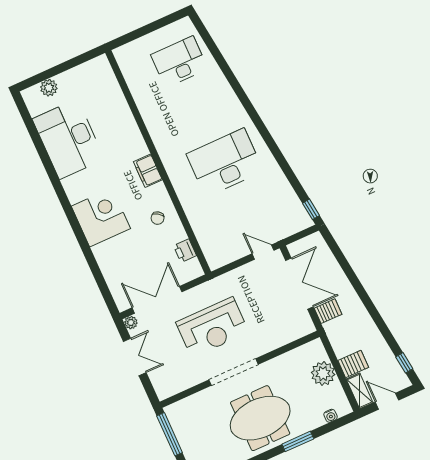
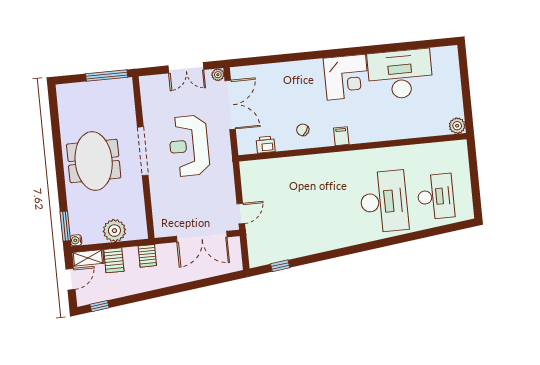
plant: (49, 88) -> (457, 126), moved
desk: (225, 162) -> (384, 202), moved
filing cabinet: (148, 171) -> (341, 136), width x0.50
window: (311, 209) -> (280, 266), moved
corner desk: (101, 217) -> (346, 77), moved
server rack: (328, 311) -> (147, 256), moved
water cooler: (331, 416) -> (76, 240), moved
window: (298, 441) -> (65, 226), moved

